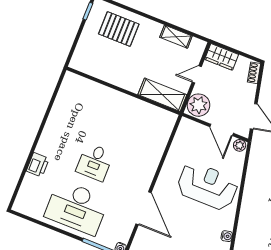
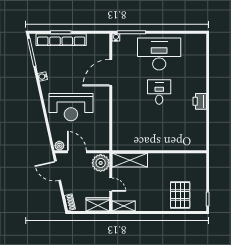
pallet: (119, 29) -> (180, 195), turned 90
shelving: (176, 37) -> (124, 206), moved
door: (197, 74) -> (111, 185), hinge flipped
printer: (38, 165) -> (200, 101), moved
door: (143, 208) -> (111, 73), hinge flipped

